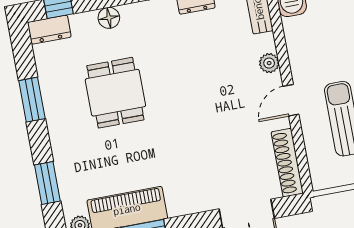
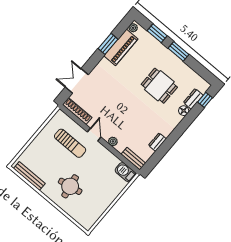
dresser: (49, 30) -> (193, 99), moved
window: (32, 100) -> (179, 51), moved

